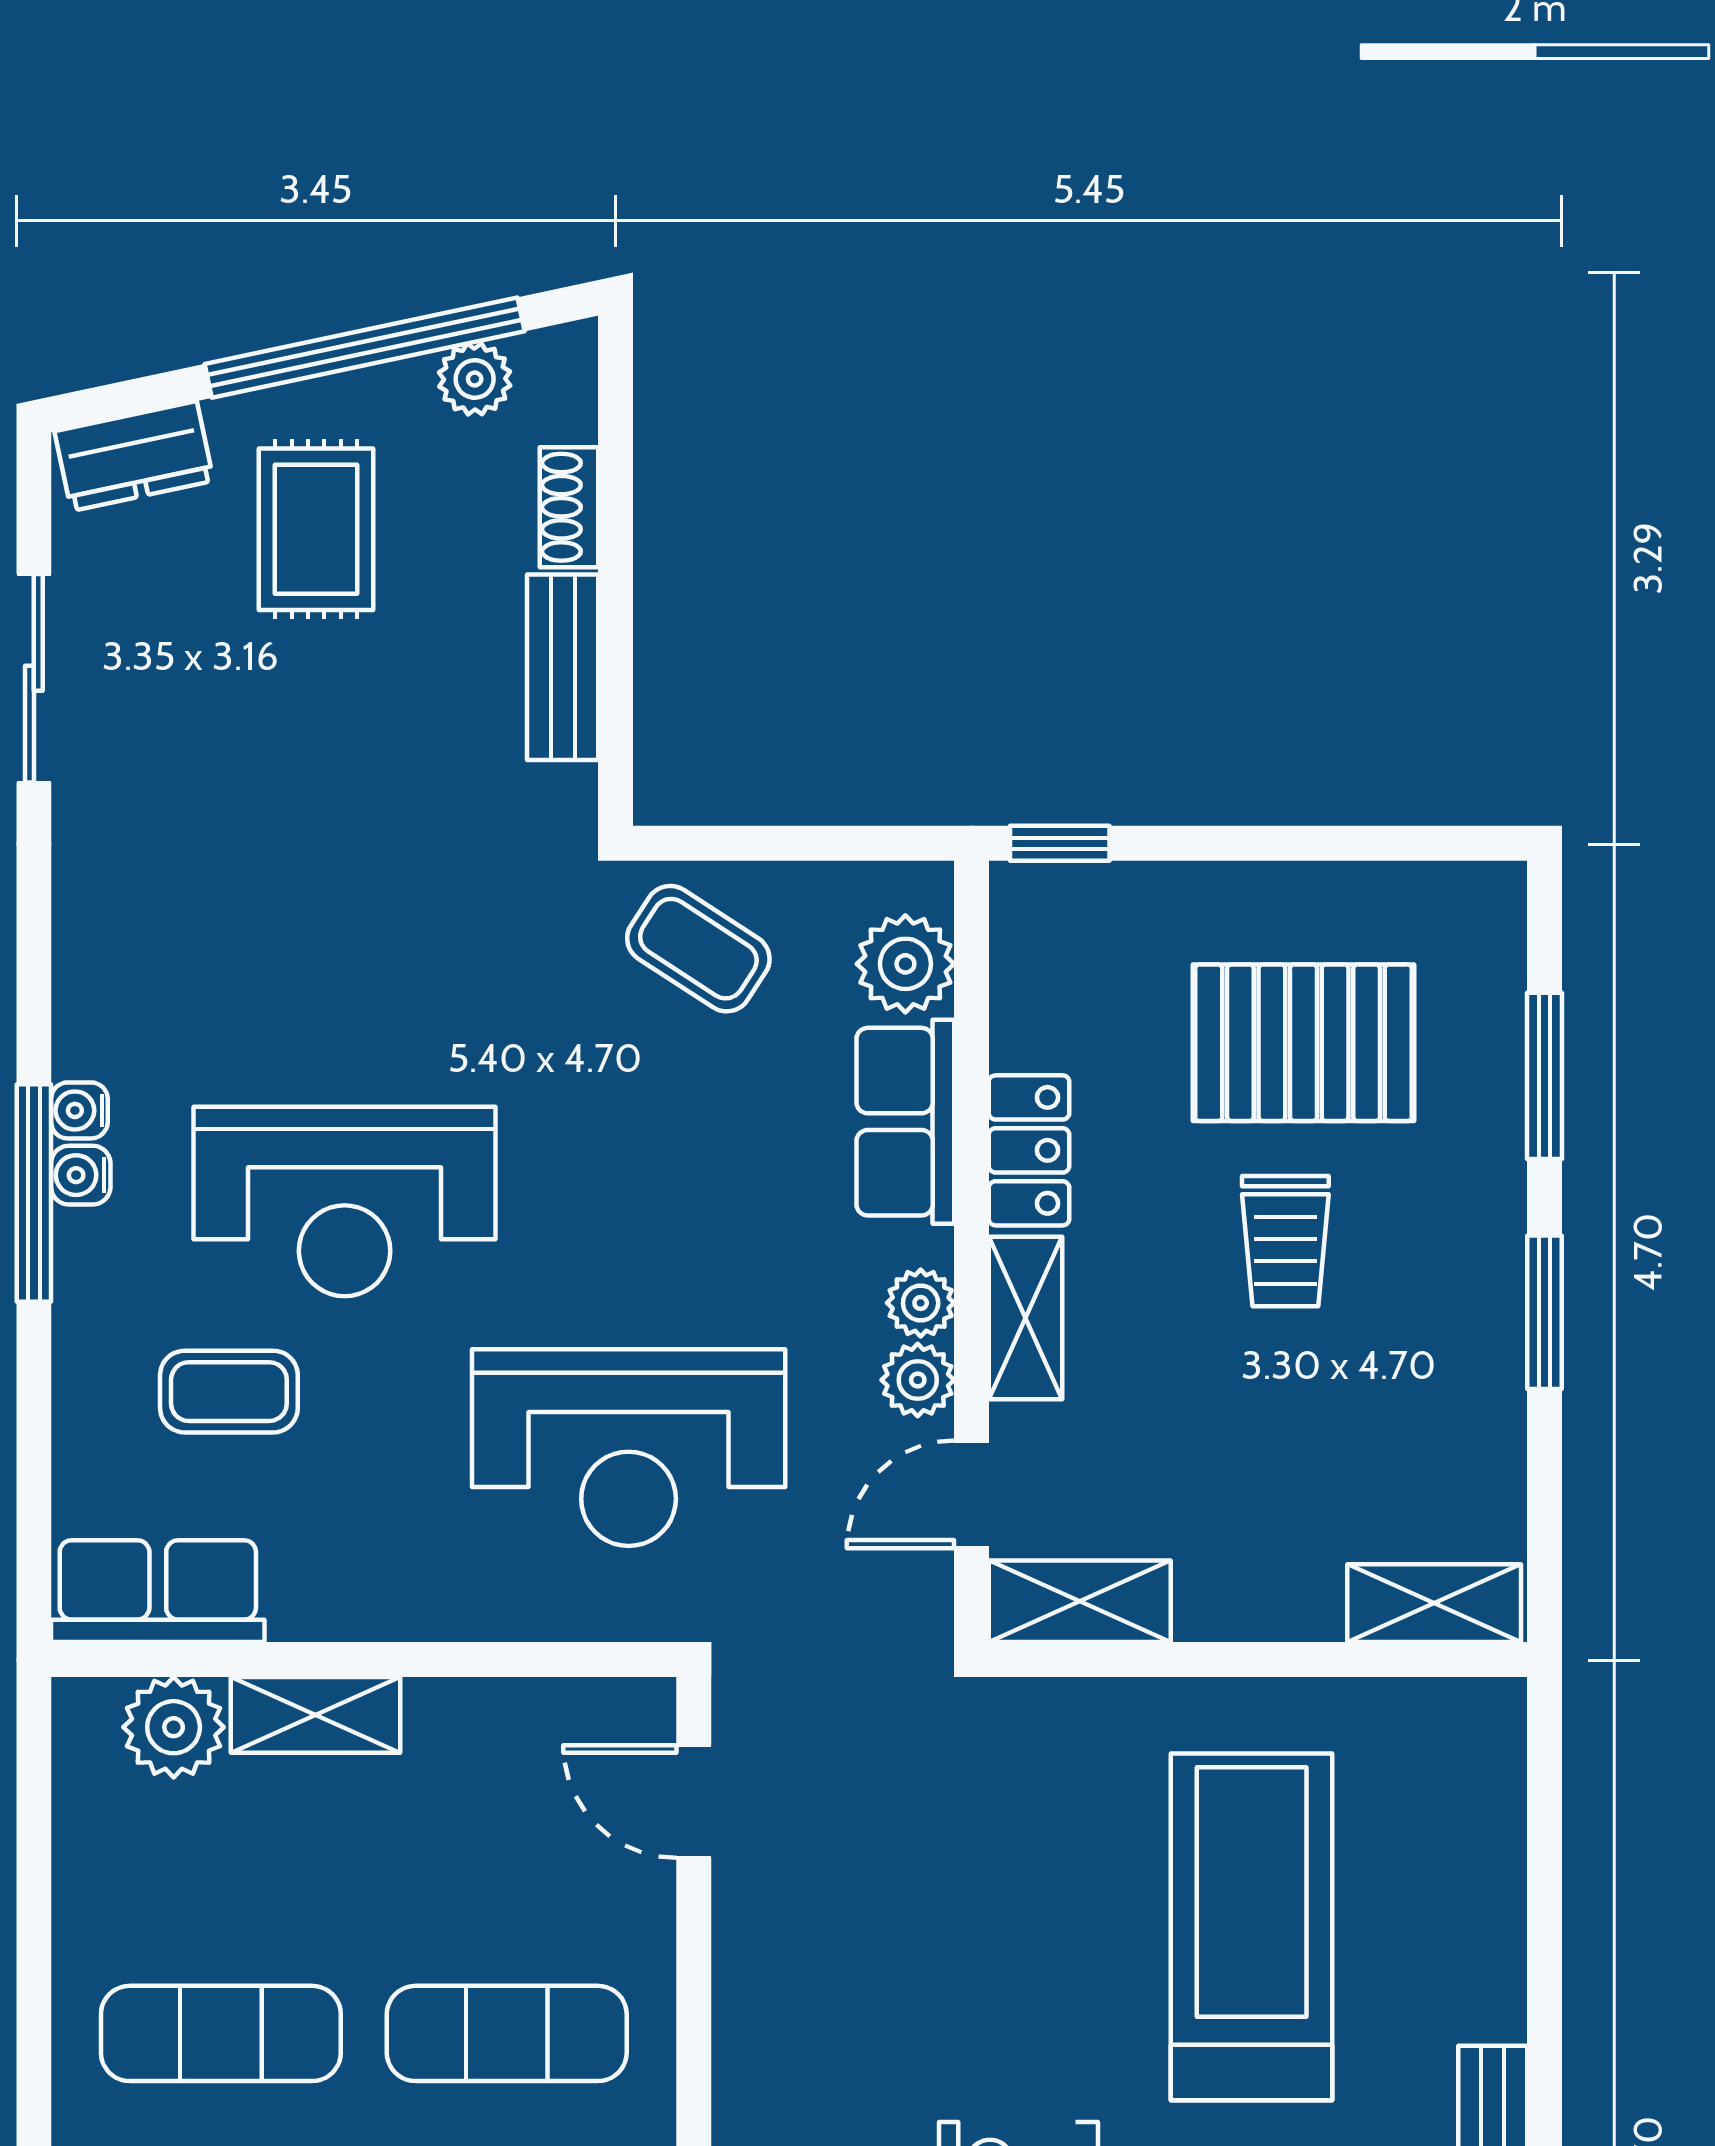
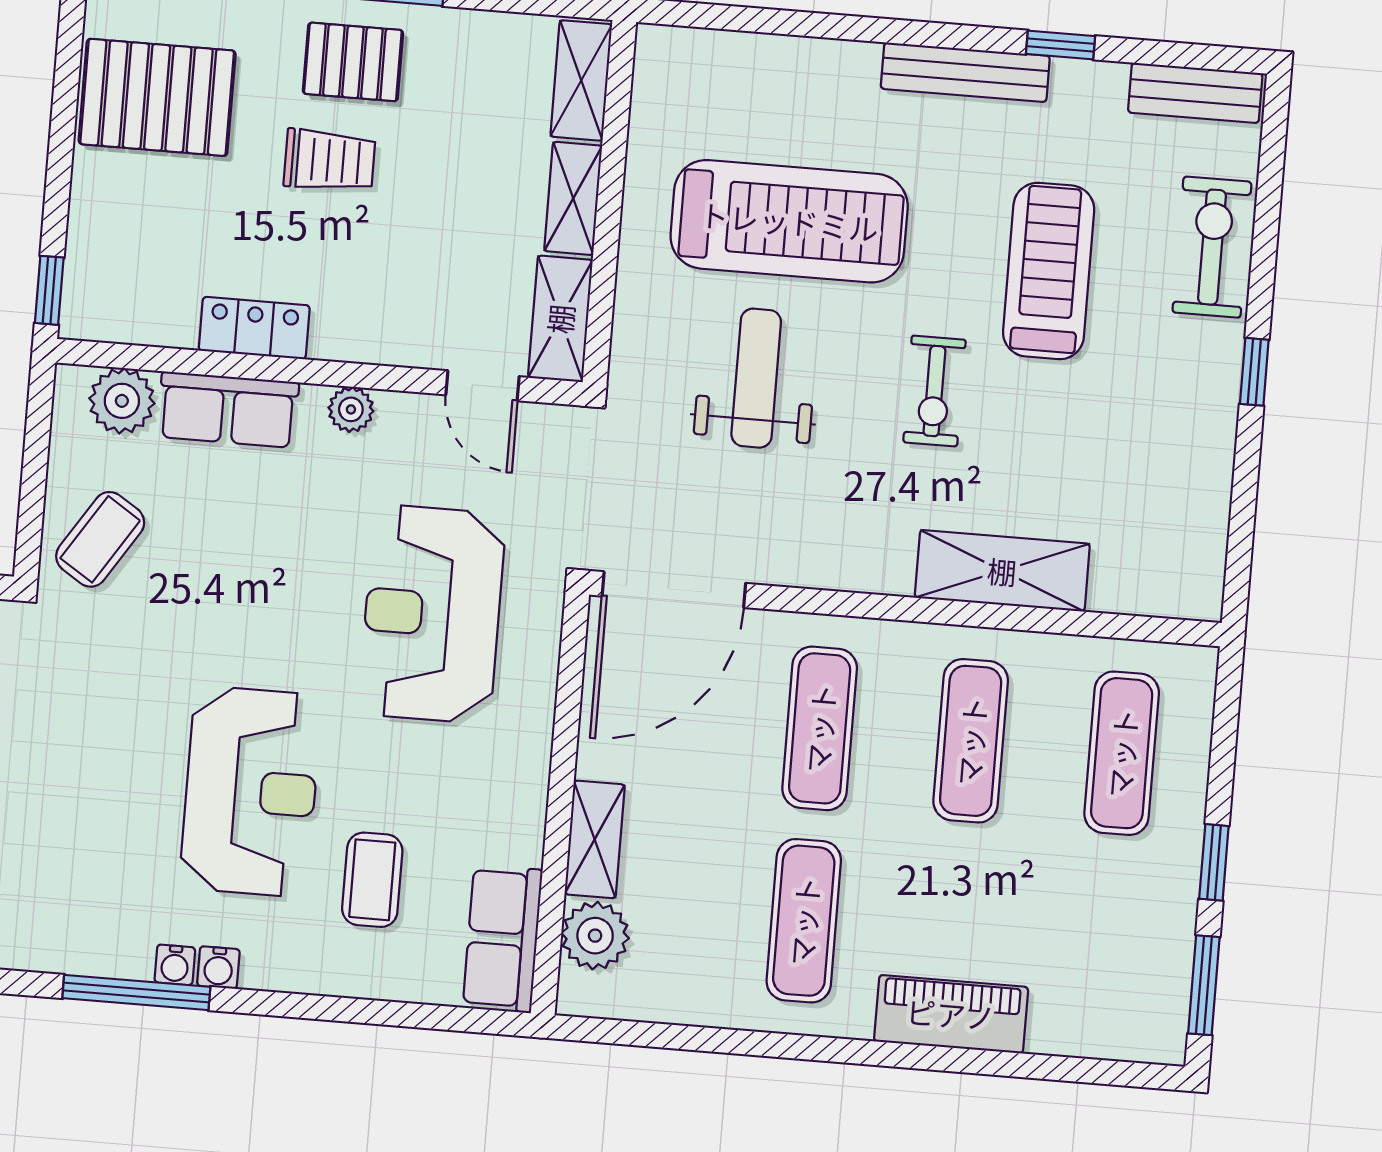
pallet: (1304, 1043) -> (157, 97), moved, turned 90
window: (34, 1193) -> (136, 993), moved
pallet: (1434, 1264) -> (353, 62), added
shelving: (1026, 1318) -> (573, 198), moved, turned 90
plant: (918, 1380) -> (403, 416), removed
reception desk: (629, 1448) -> (432, 614), turned 180
door: (694, 1802) -> (674, 590), width x1.88
weight bench: (1016, 1897) -> (756, 378), added
treadmill: (1252, 1927) -> (789, 221), turned 180

